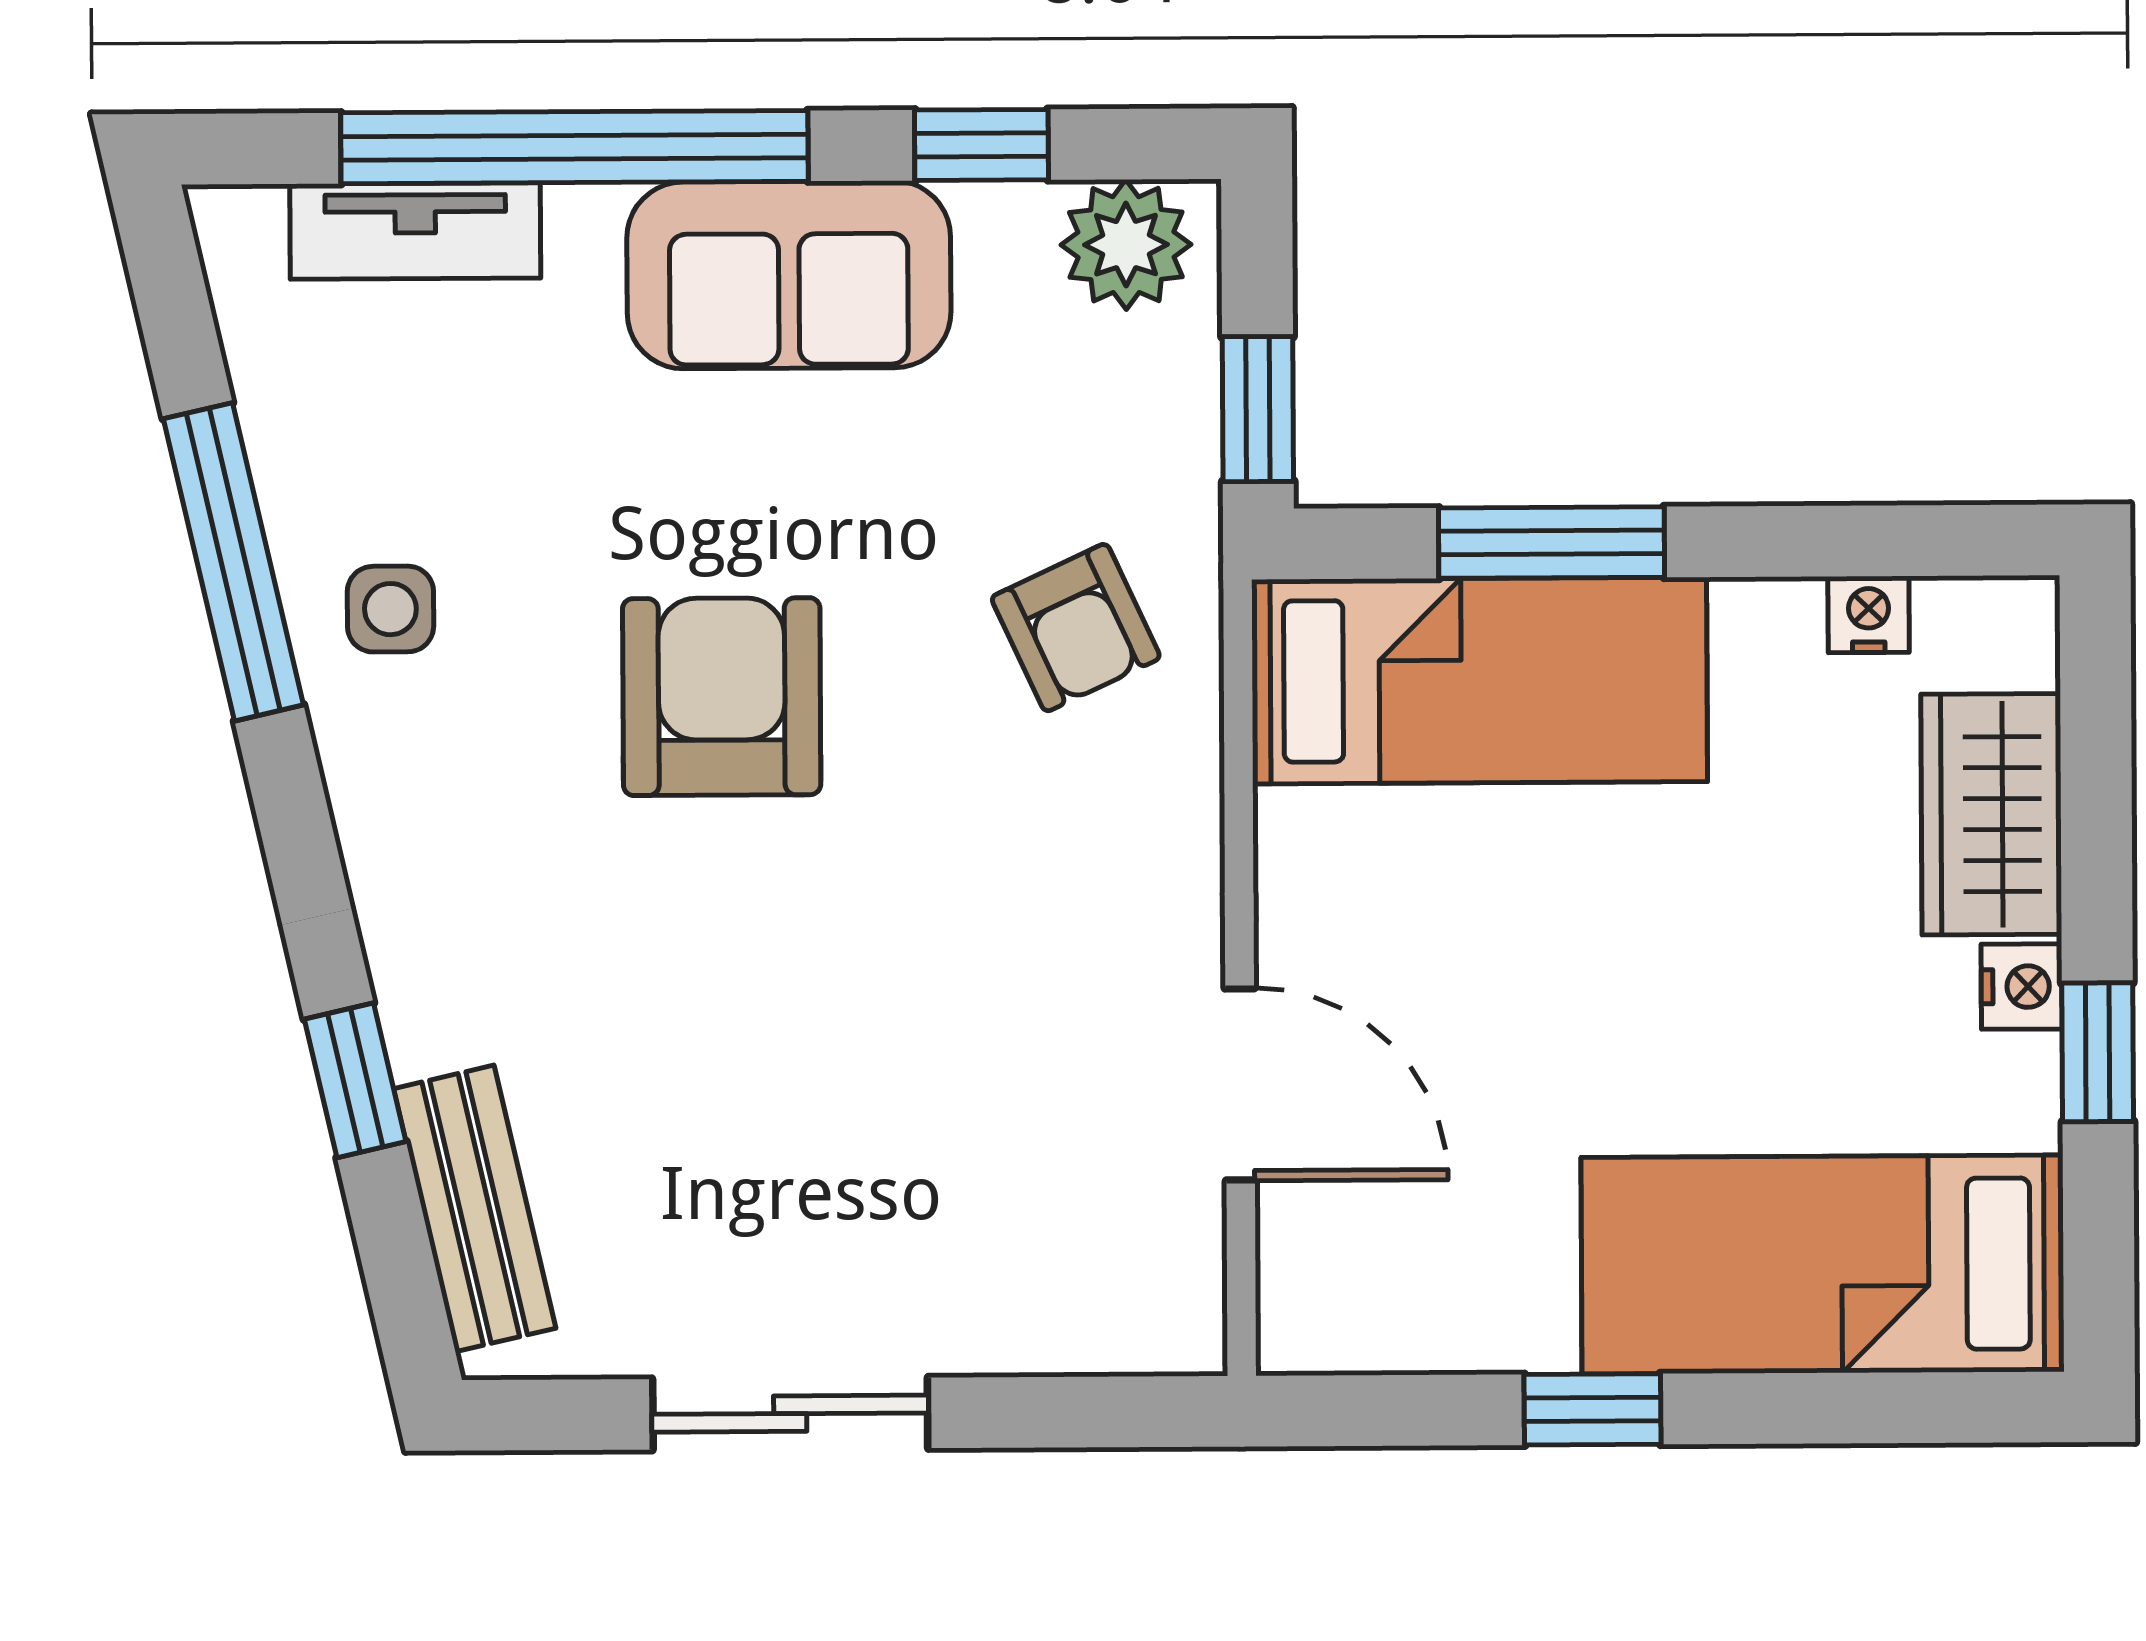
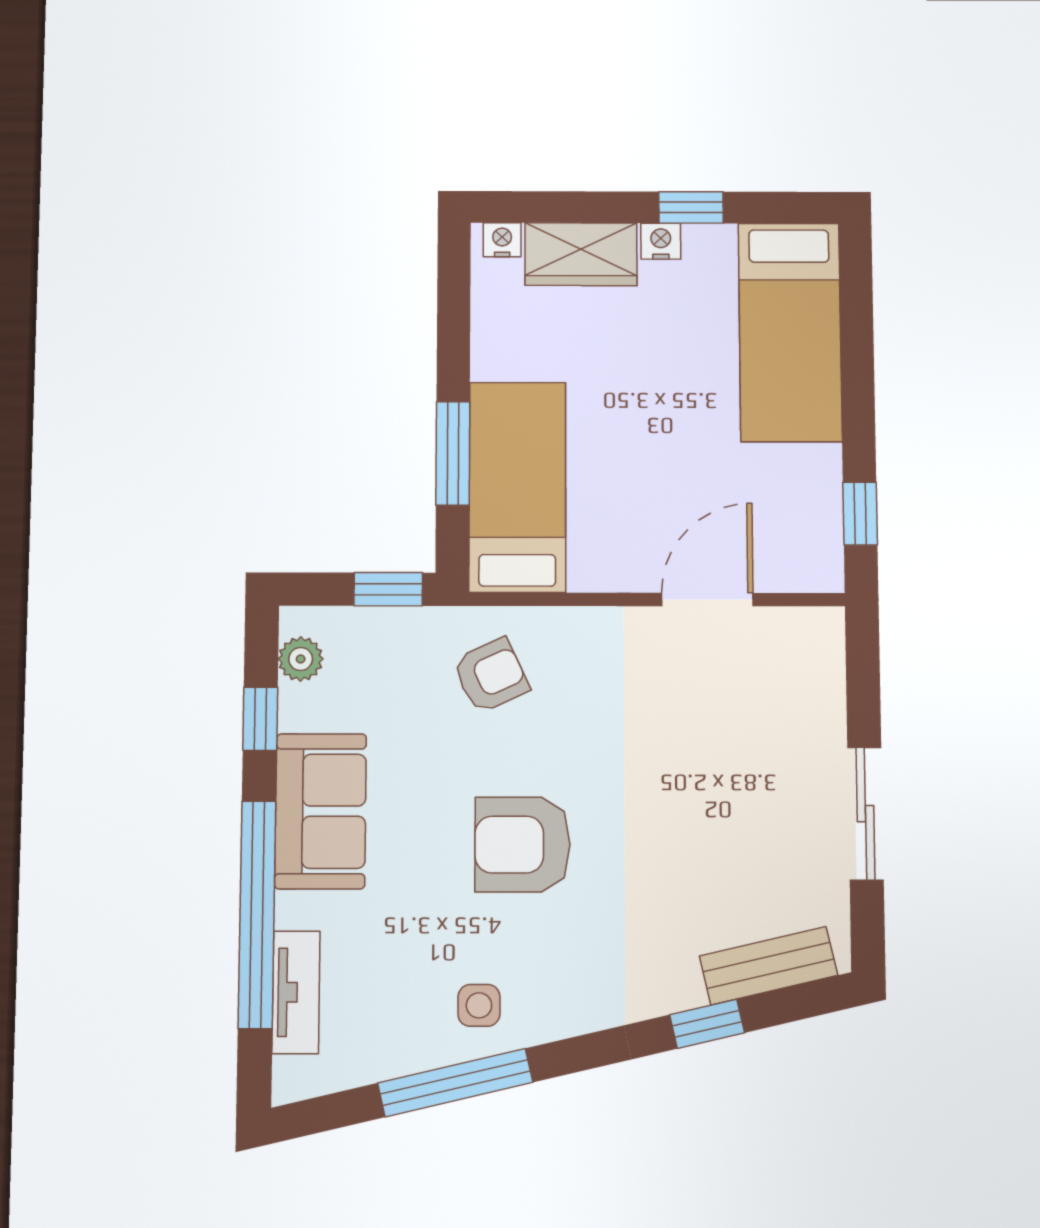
plant: (1126, 245) -> (301, 659), width x0.73, depth x0.73
nightstand: (1869, 614) -> (502, 240), moved, turned 90
window: (1593, 1409) -> (860, 514), moved

